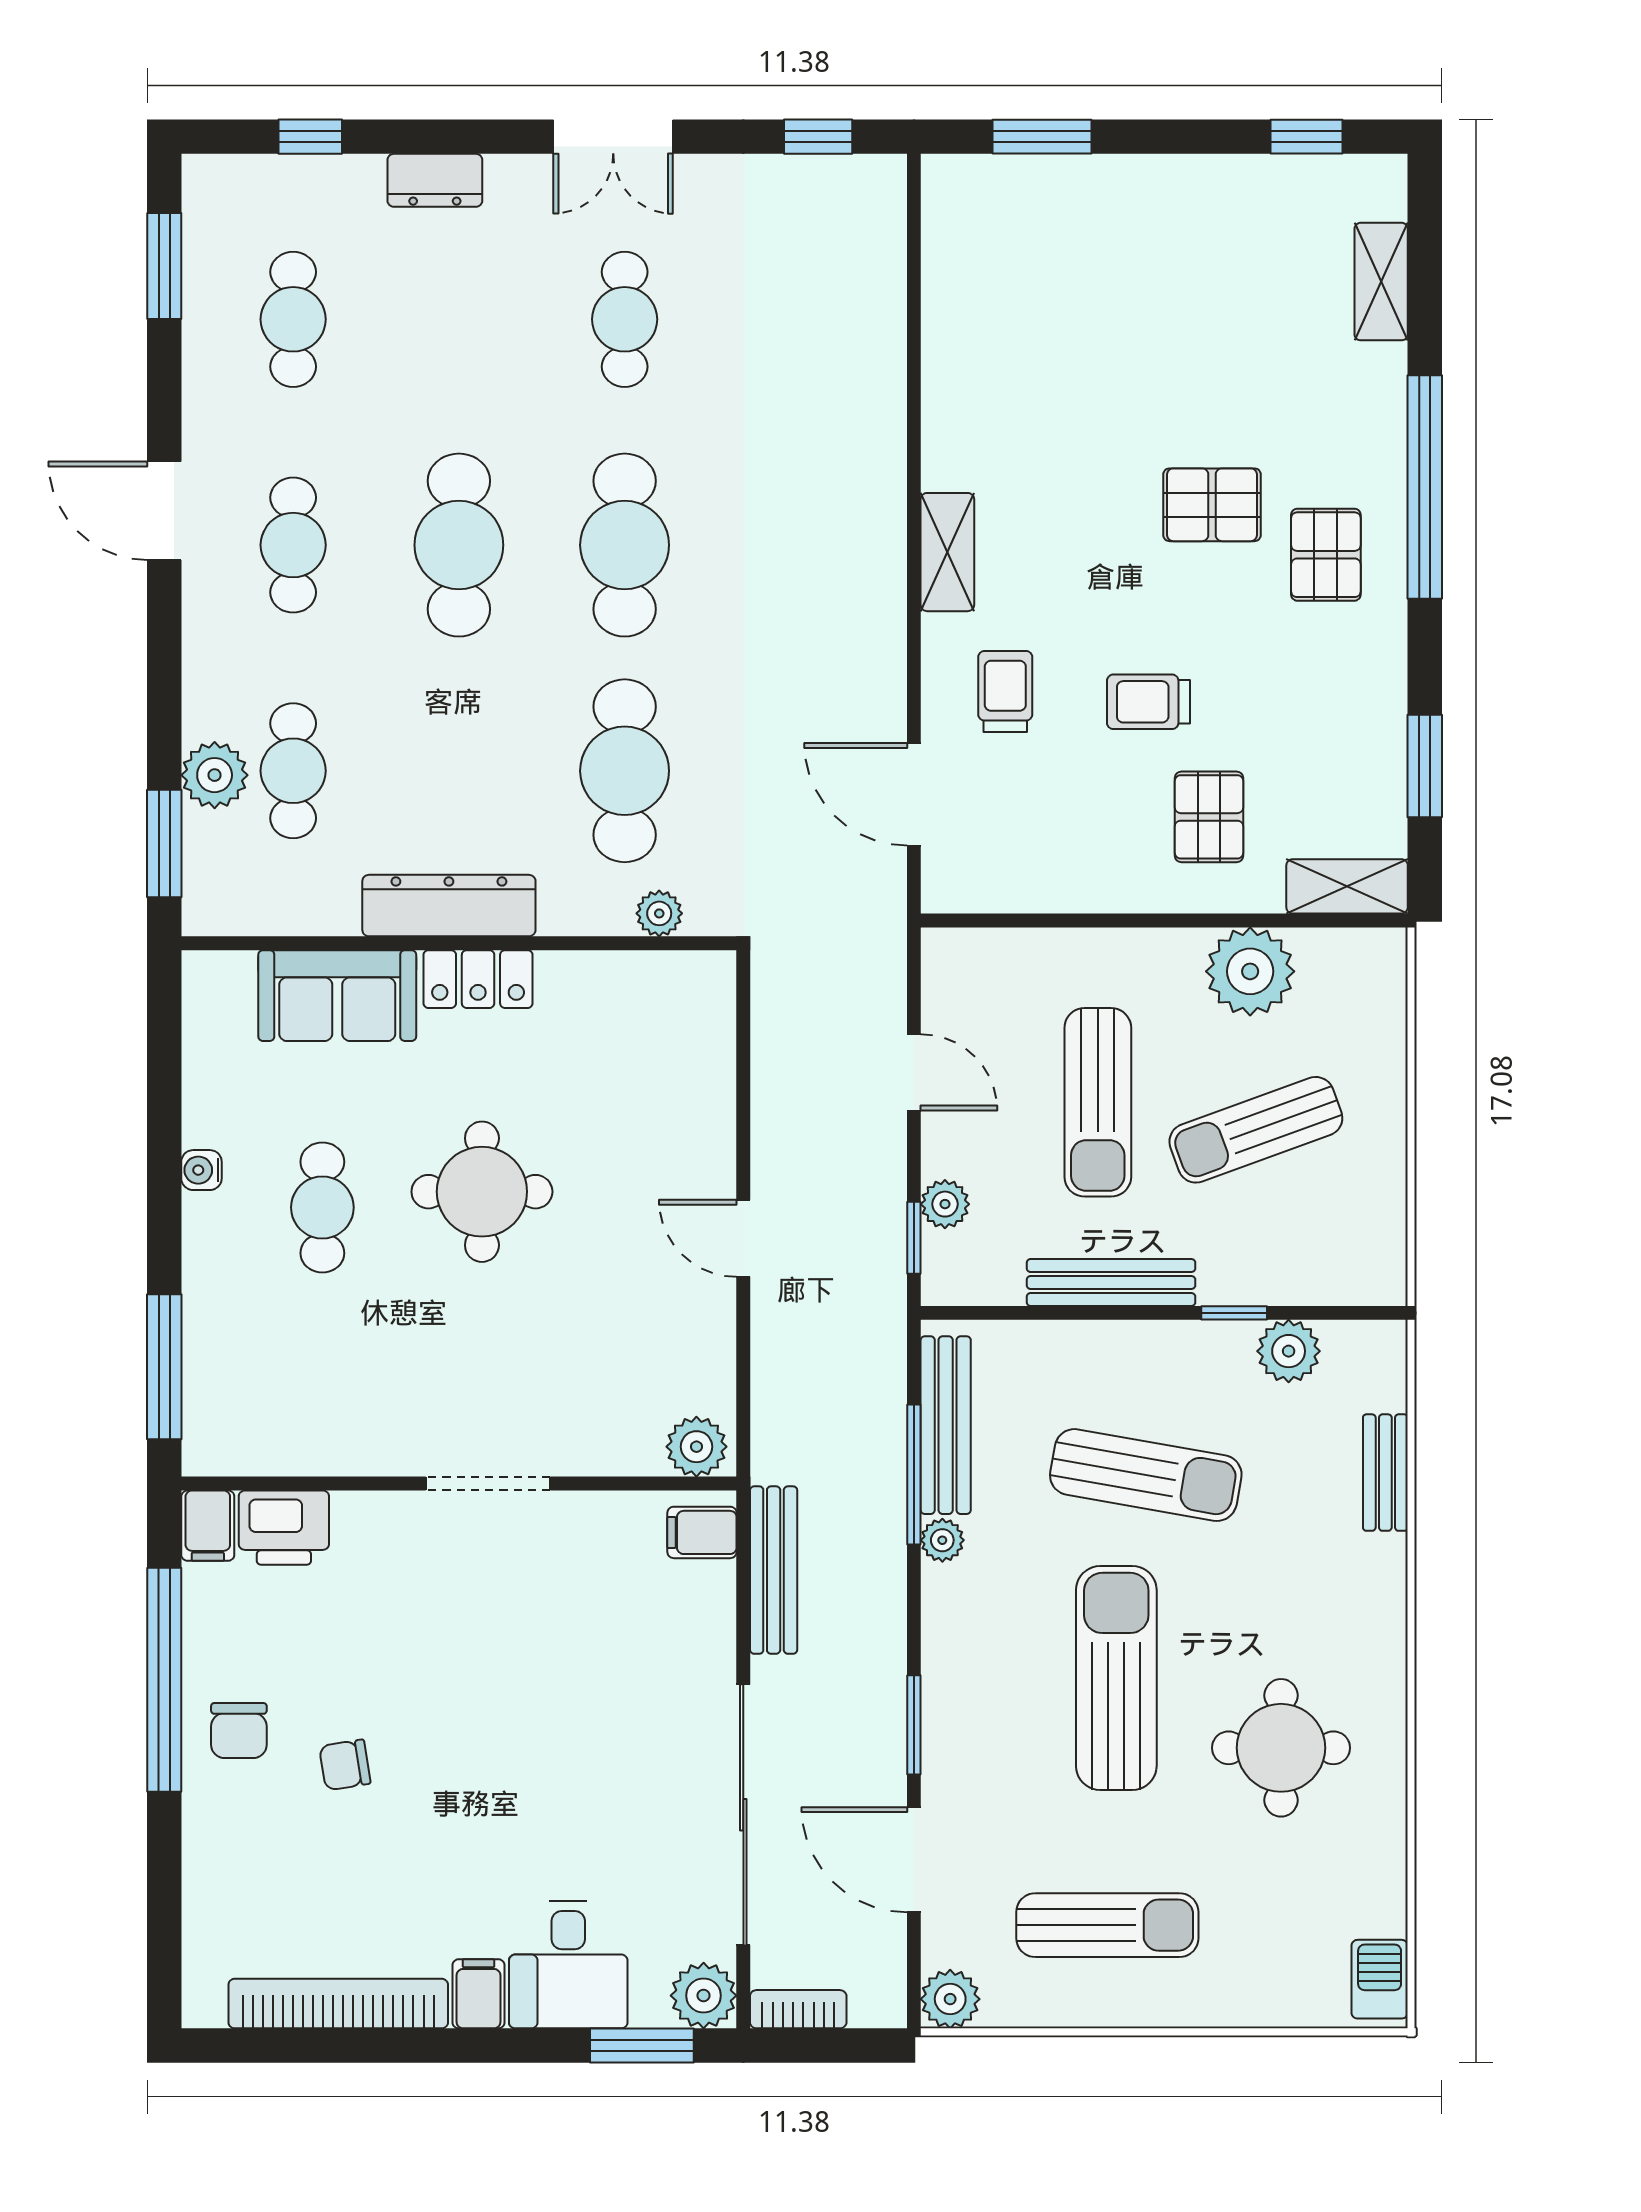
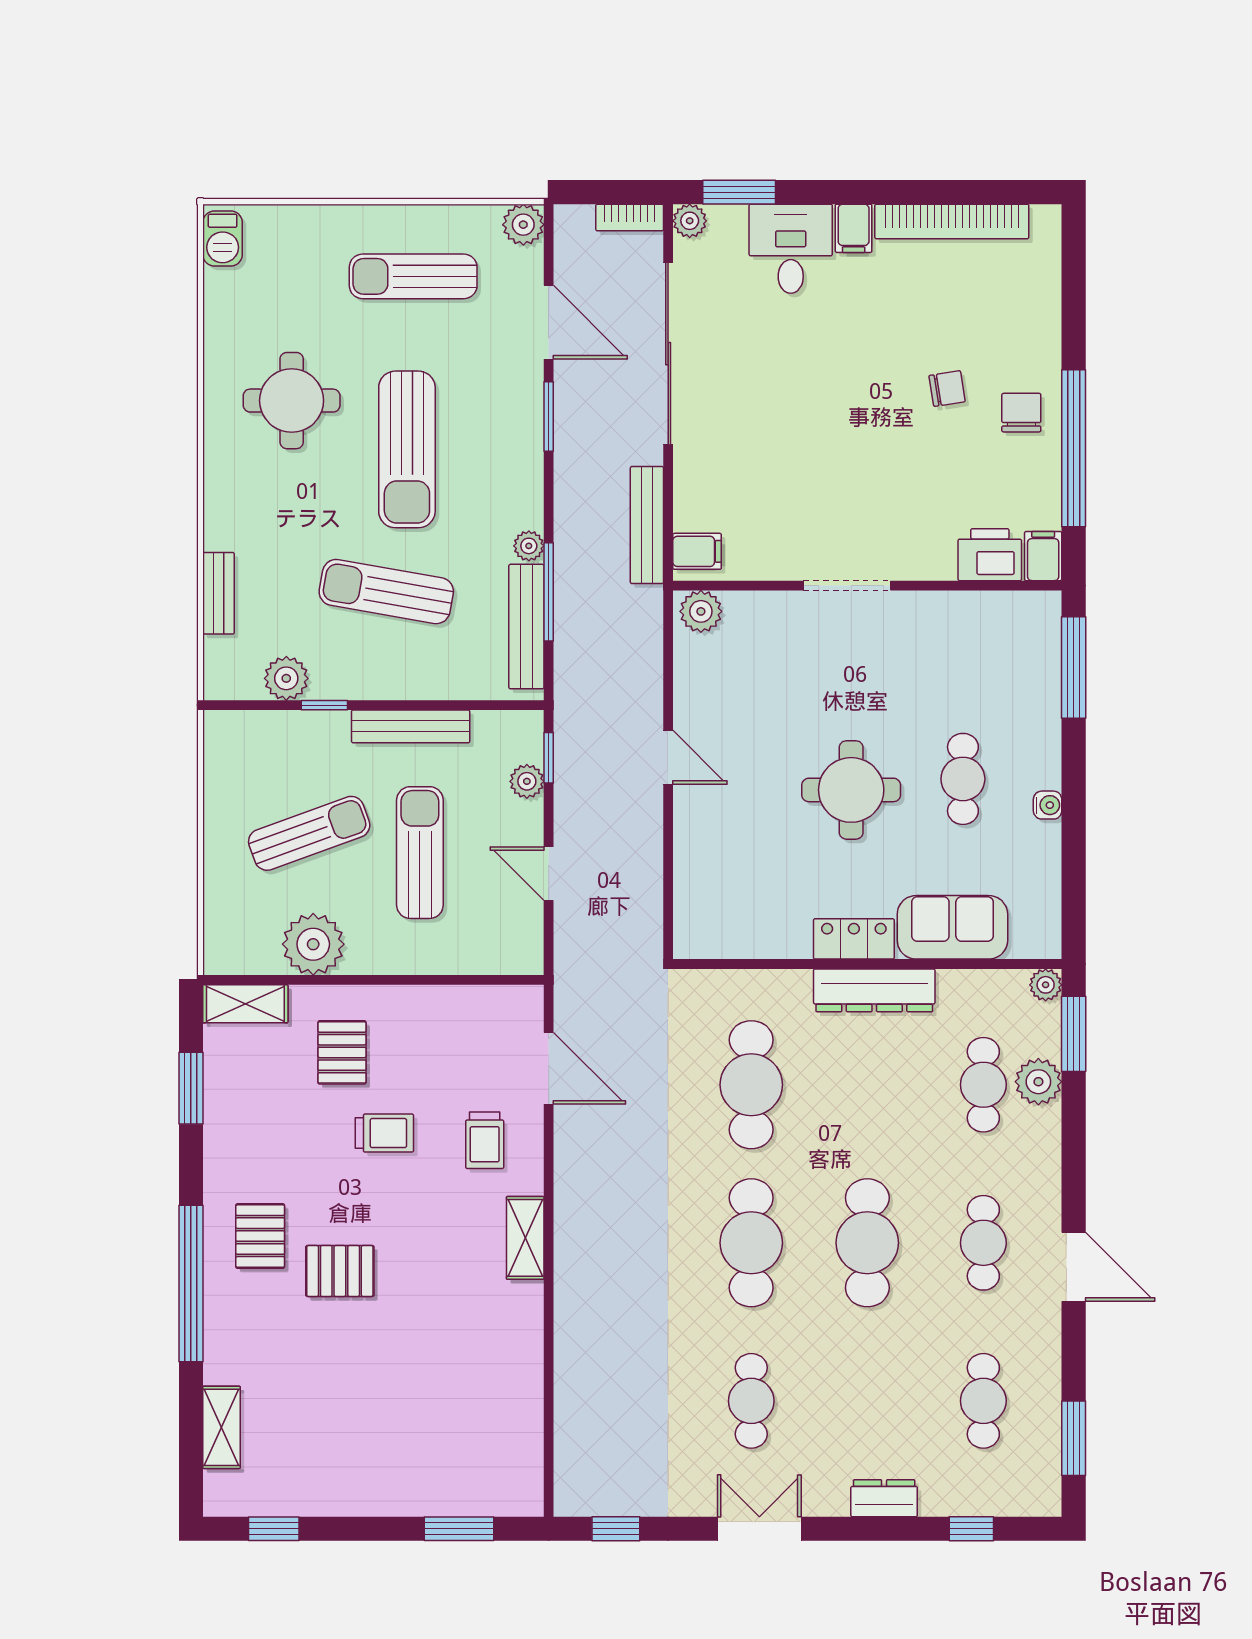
plant: (659, 913) -> (1046, 985), moved
plant: (704, 1996) -> (690, 221), width x0.73, depth x0.73

